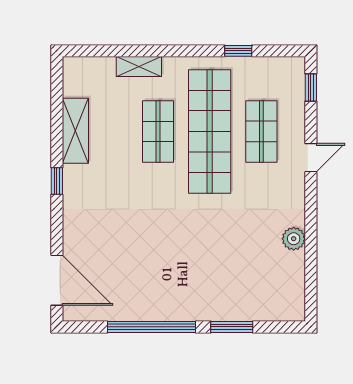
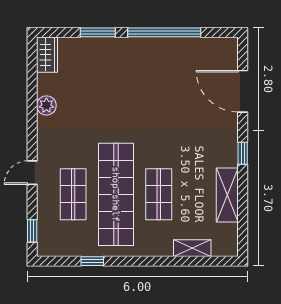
shelving: (139, 67) -> (192, 248), moved
door: (57, 280) -> (243, 91), moved
wardrobe: (293, 300) -> (47, 55), added

